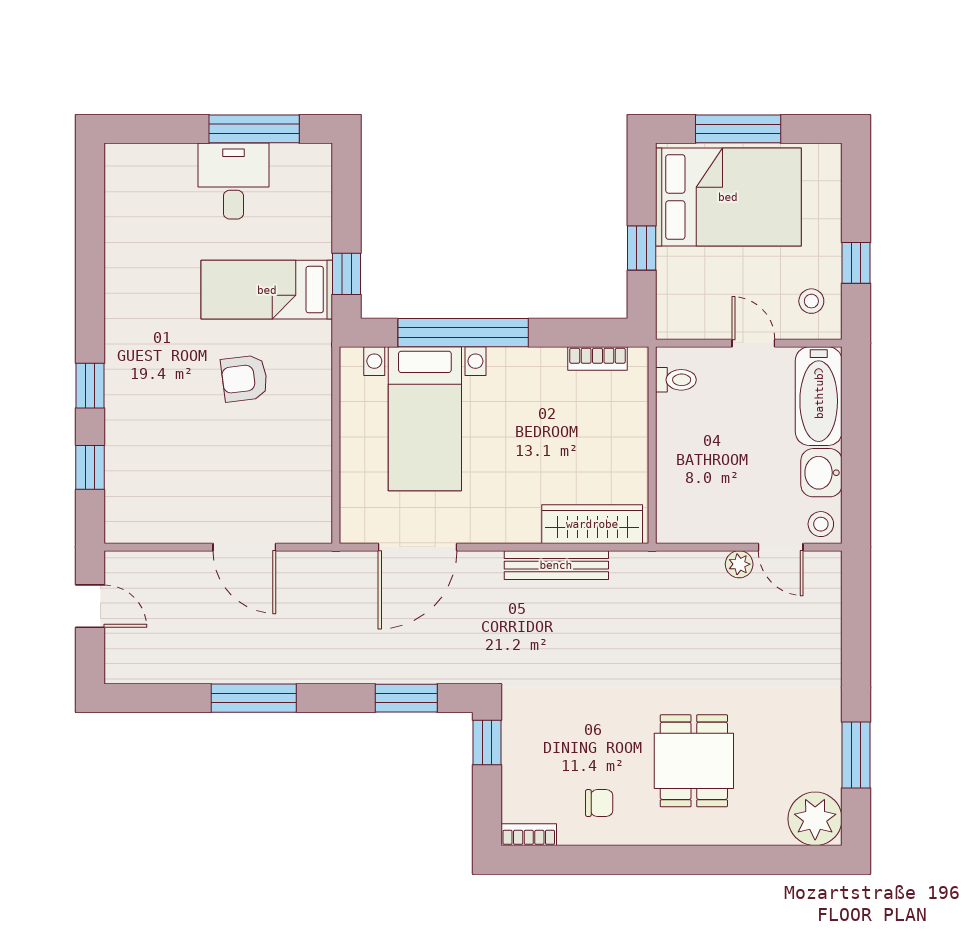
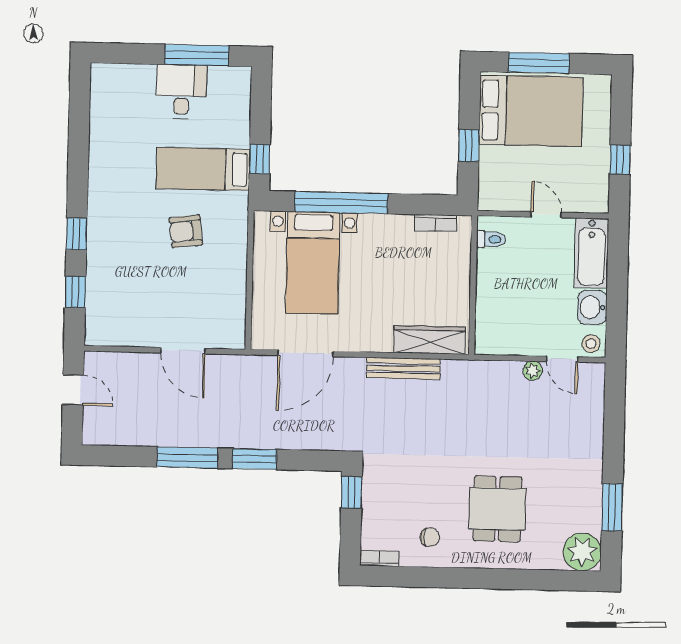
stool: (811, 301) -> (588, 186), removed
window: (406, 698) -> (254, 459), moved

